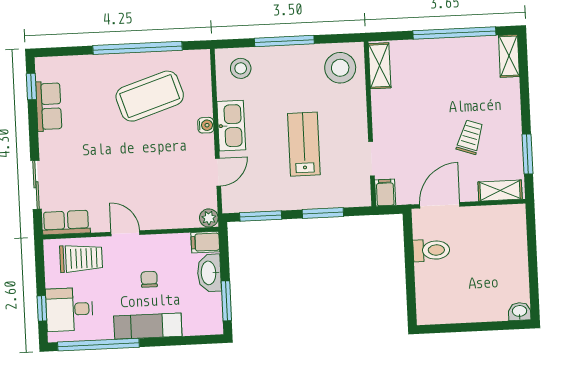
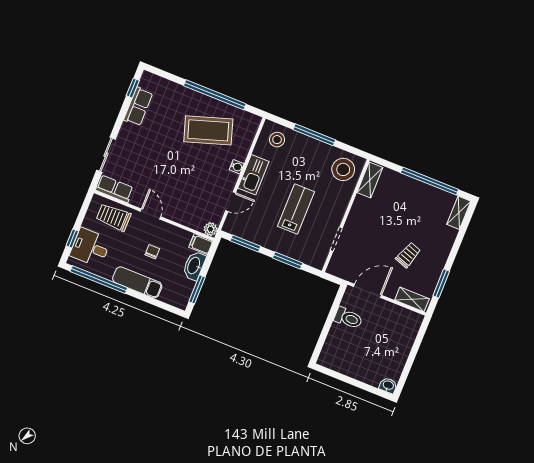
filing cabinet: (385, 192) -> (335, 266), removed
trolley: (81, 258) -> (114, 217), turned 180

